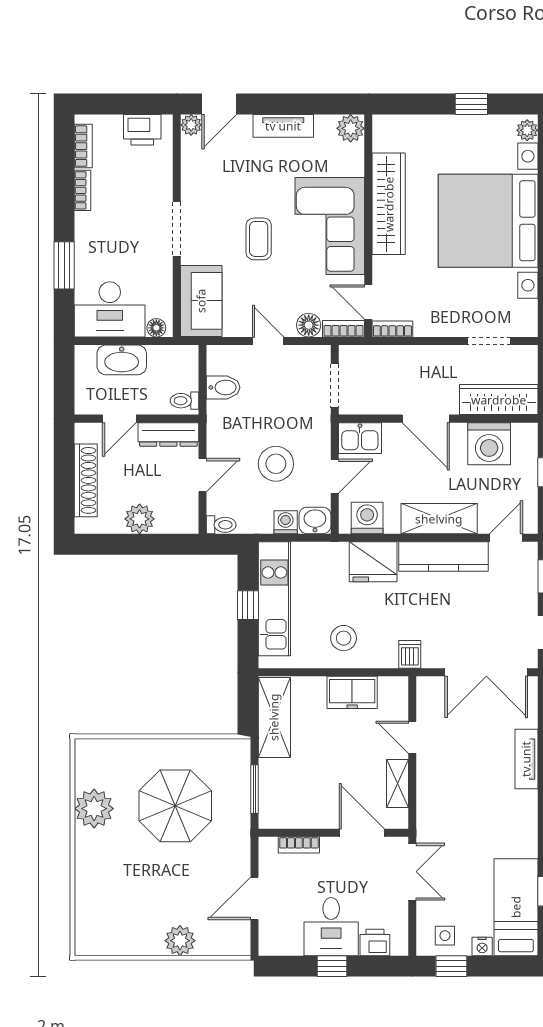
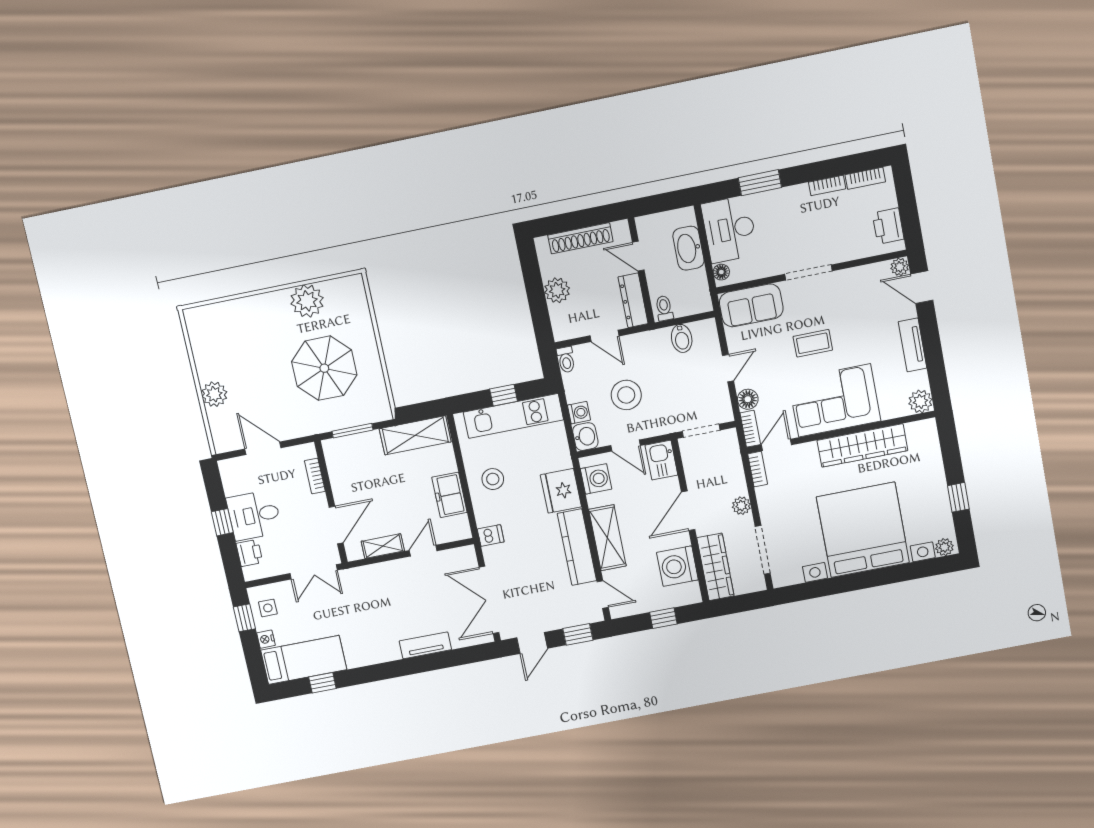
doorway: (489, 341) -> (763, 550), width x1.38
plant: (432, 356) -> (741, 506), added

